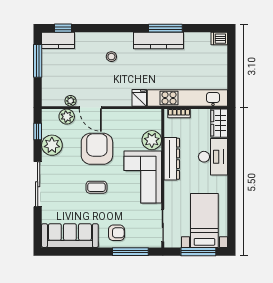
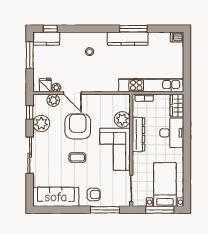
fridge: (139, 98) -> (45, 85), moved

